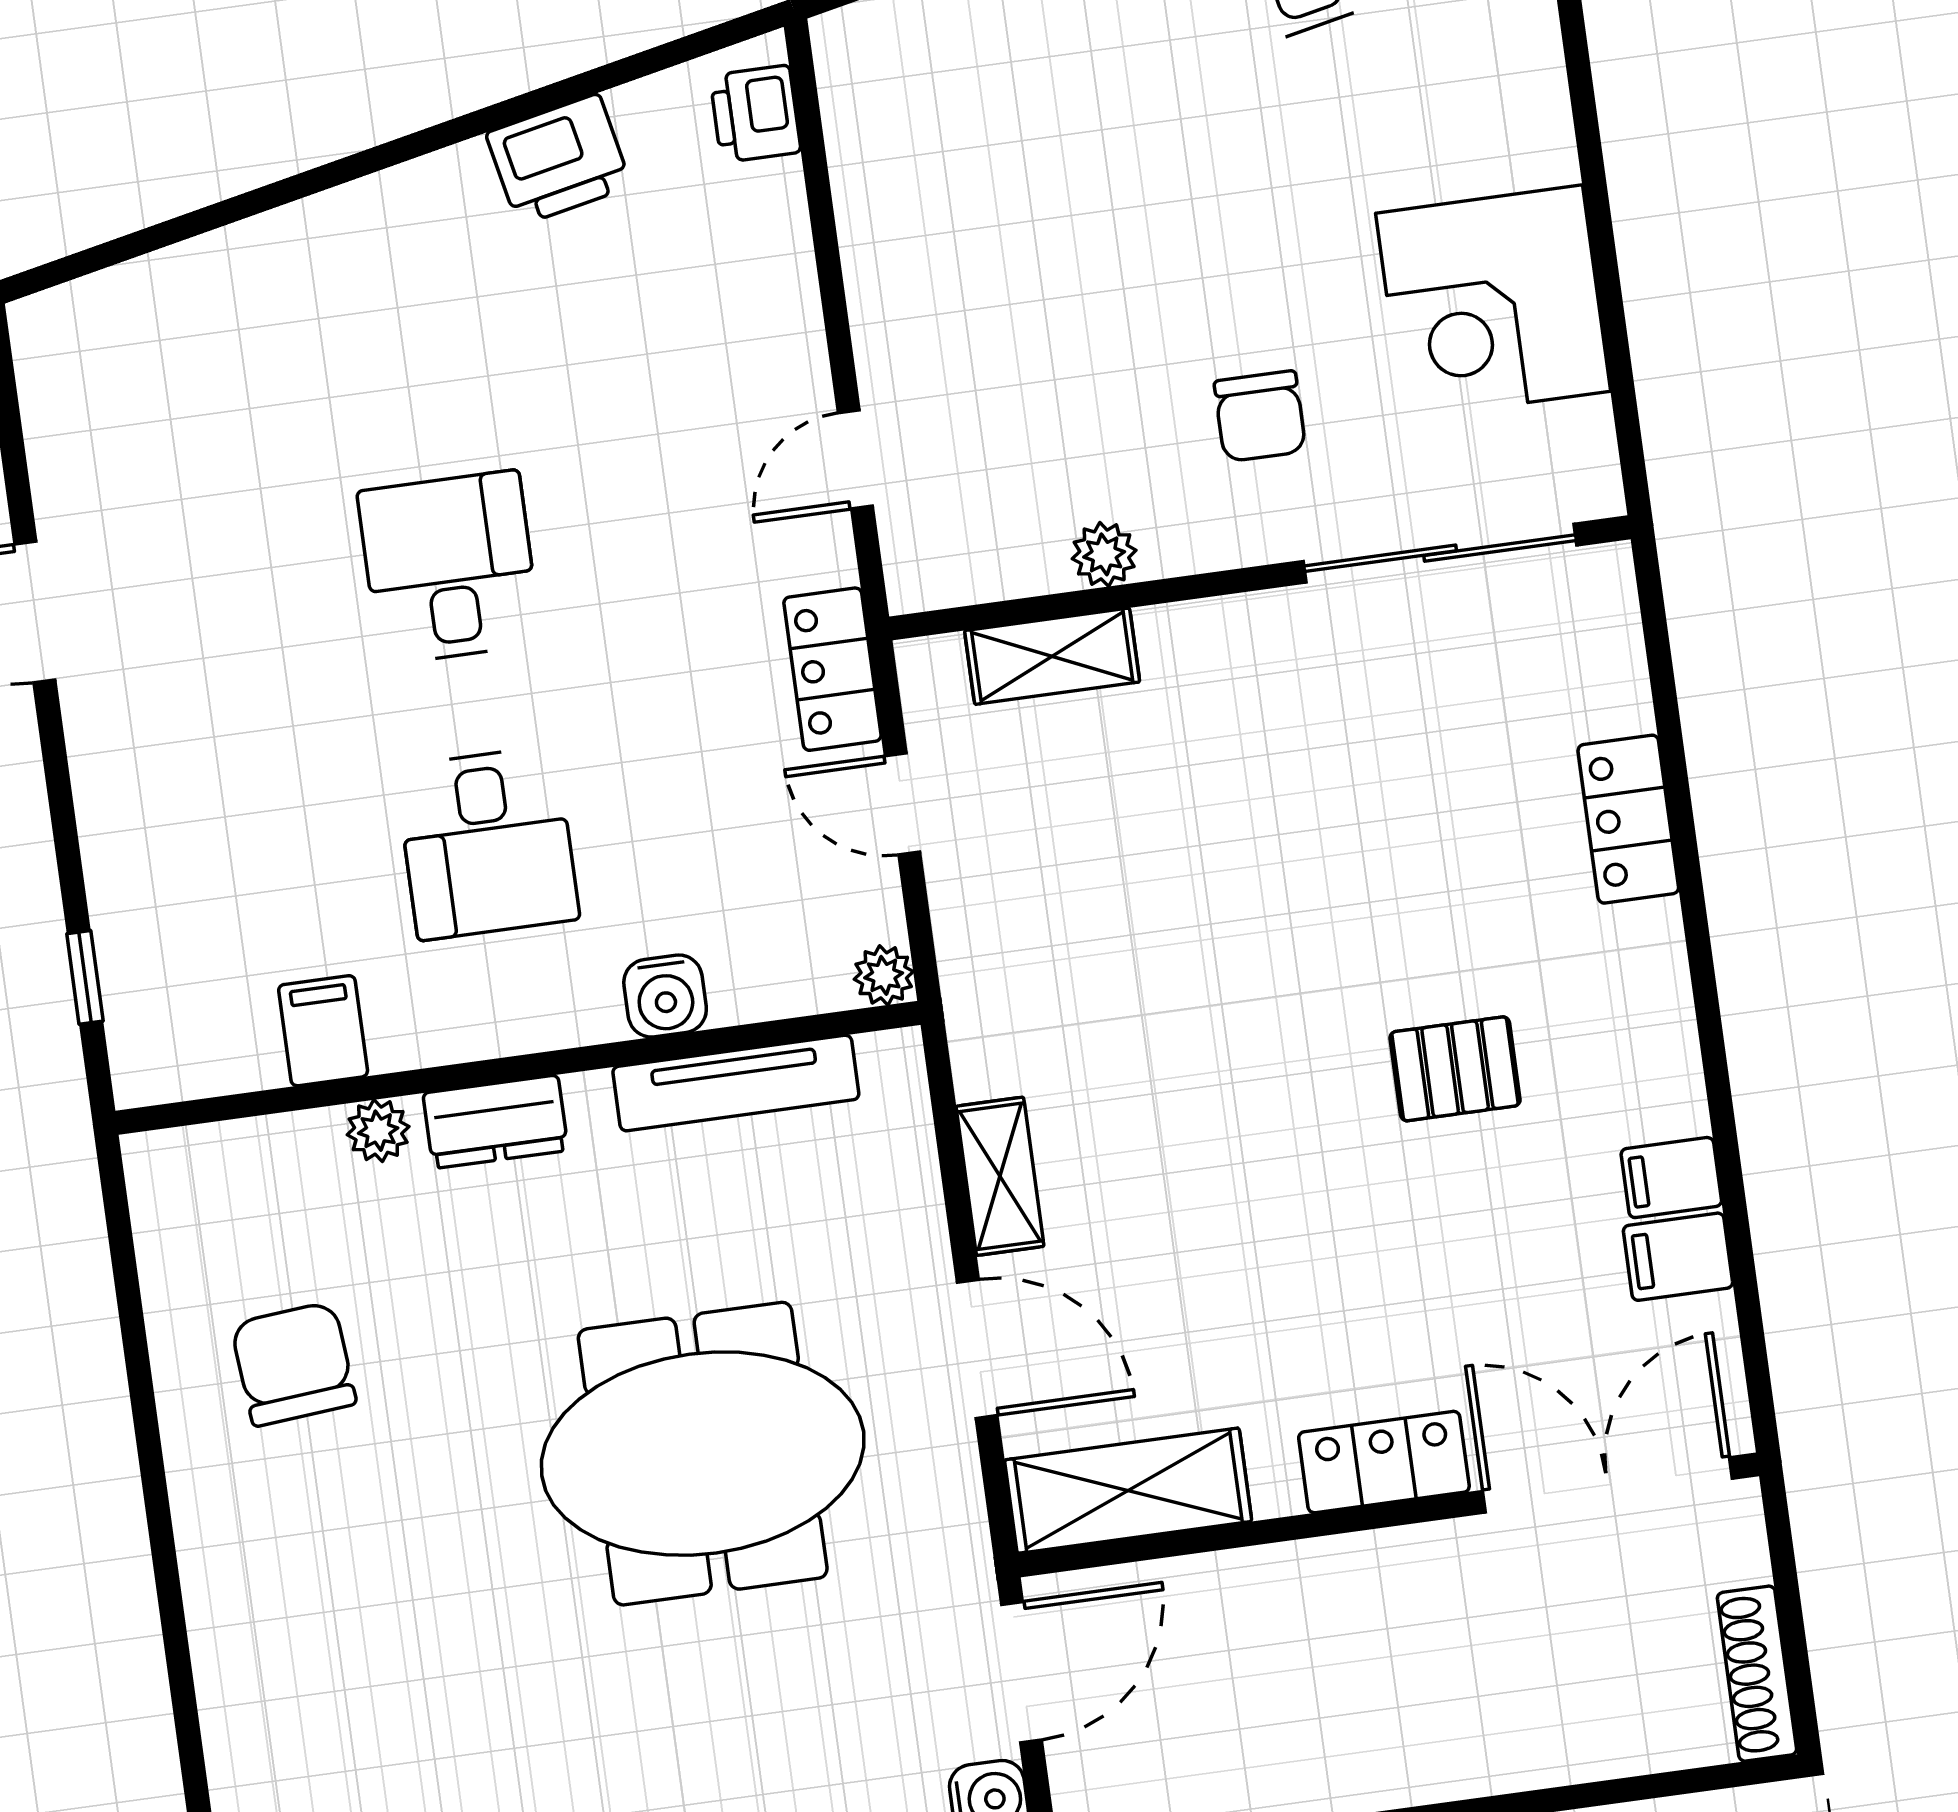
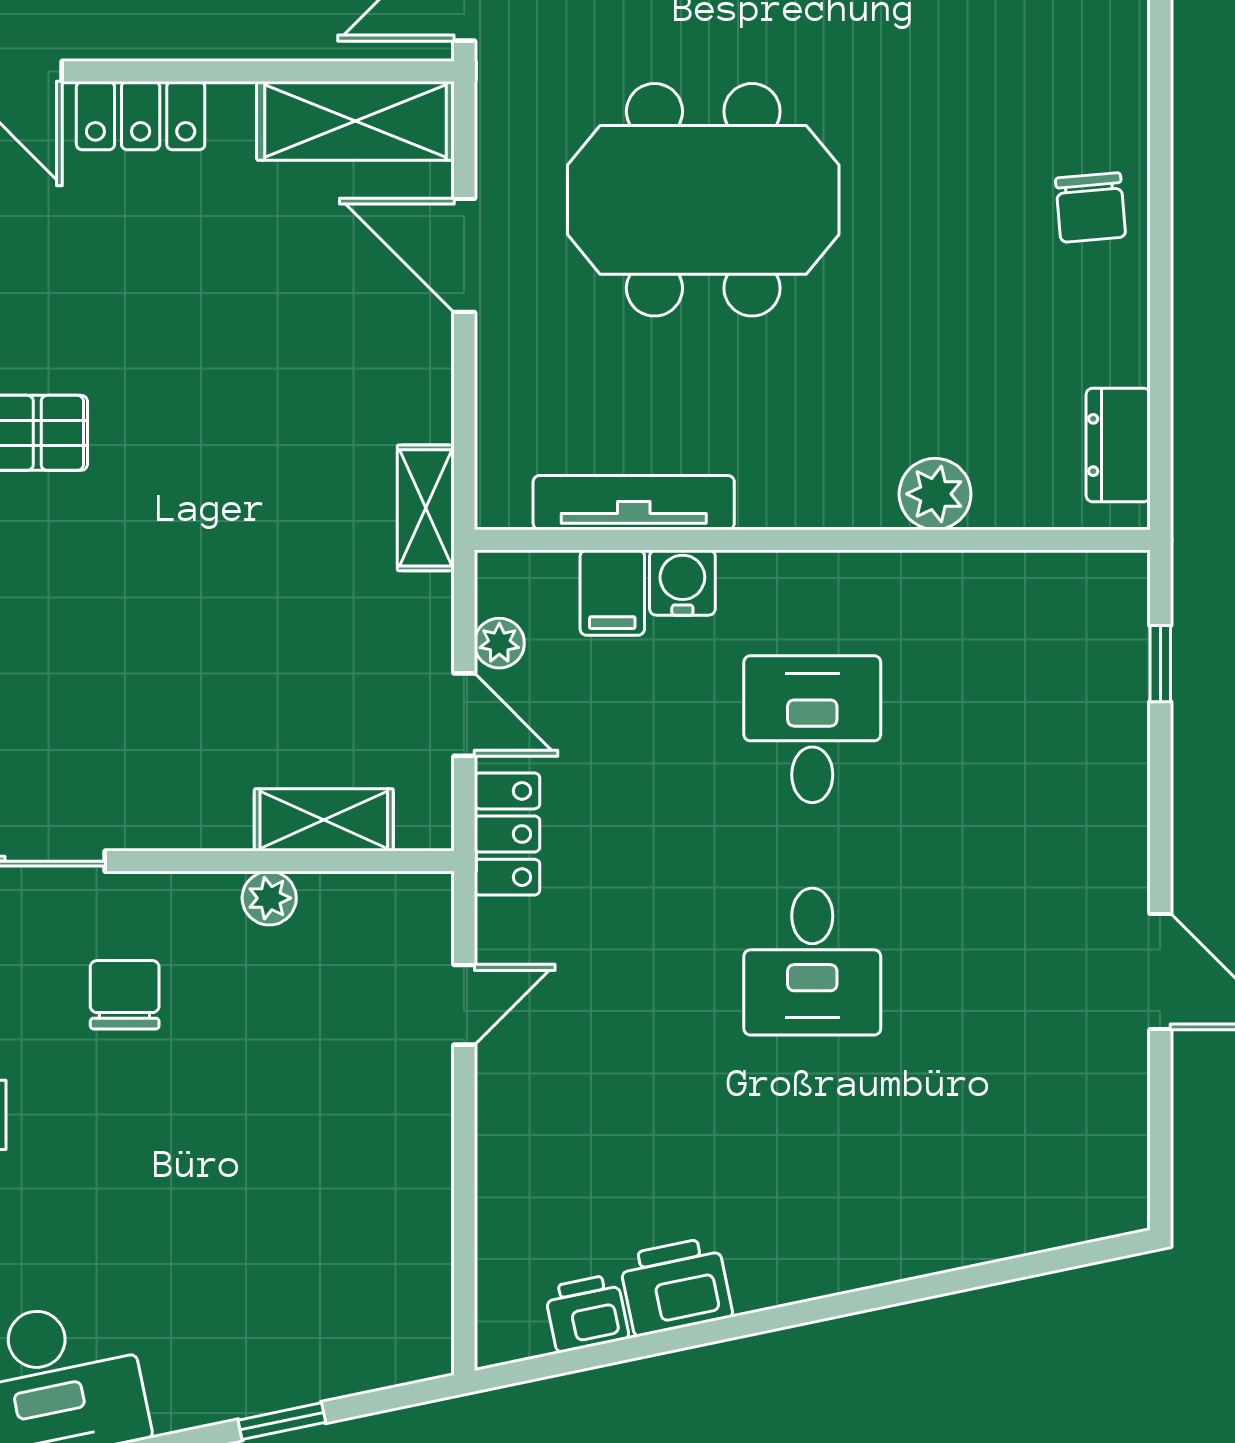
printer: (755, 114) -> (587, 1313), moved, turned -102
plant: (884, 975) -> (499, 643), moved
filing cabinet: (323, 1031) -> (612, 593), moved
dresser: (495, 1122) -> (1118, 445), moved, turned -90
plant: (378, 1131) -> (935, 494), width x1.38, depth x1.38
shelving: (1000, 1176) -> (426, 508), moved
chair: (294, 1364) -> (1091, 208), moved, width x0.73, depth x0.73

